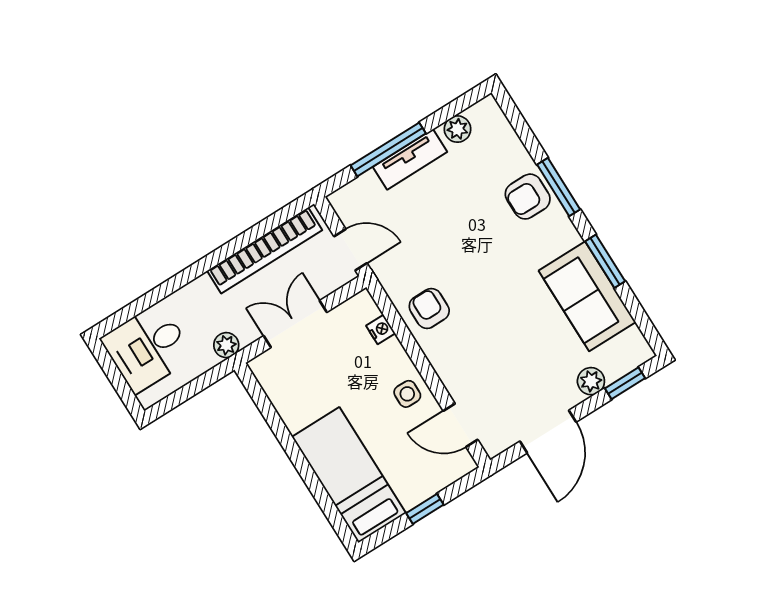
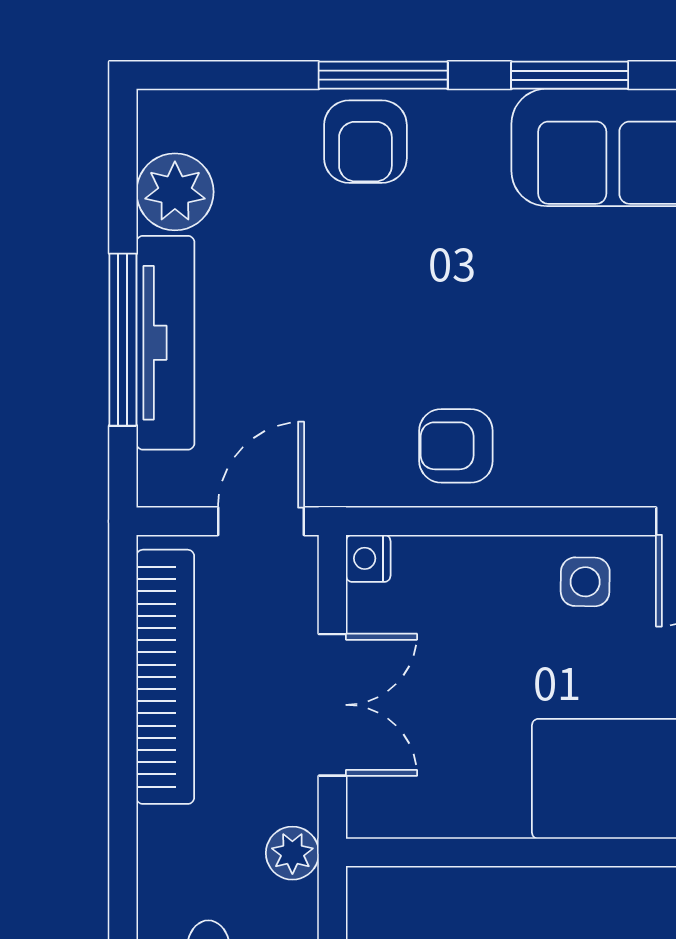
plant: (457, 129) -> (175, 192), width x1.38, depth x1.38
tv unit: (410, 159) -> (165, 343), width x1.41
double door: (295, 324) -> (332, 705), swing flipped
nightstand: (381, 329) -> (368, 558), moved, turned -90

